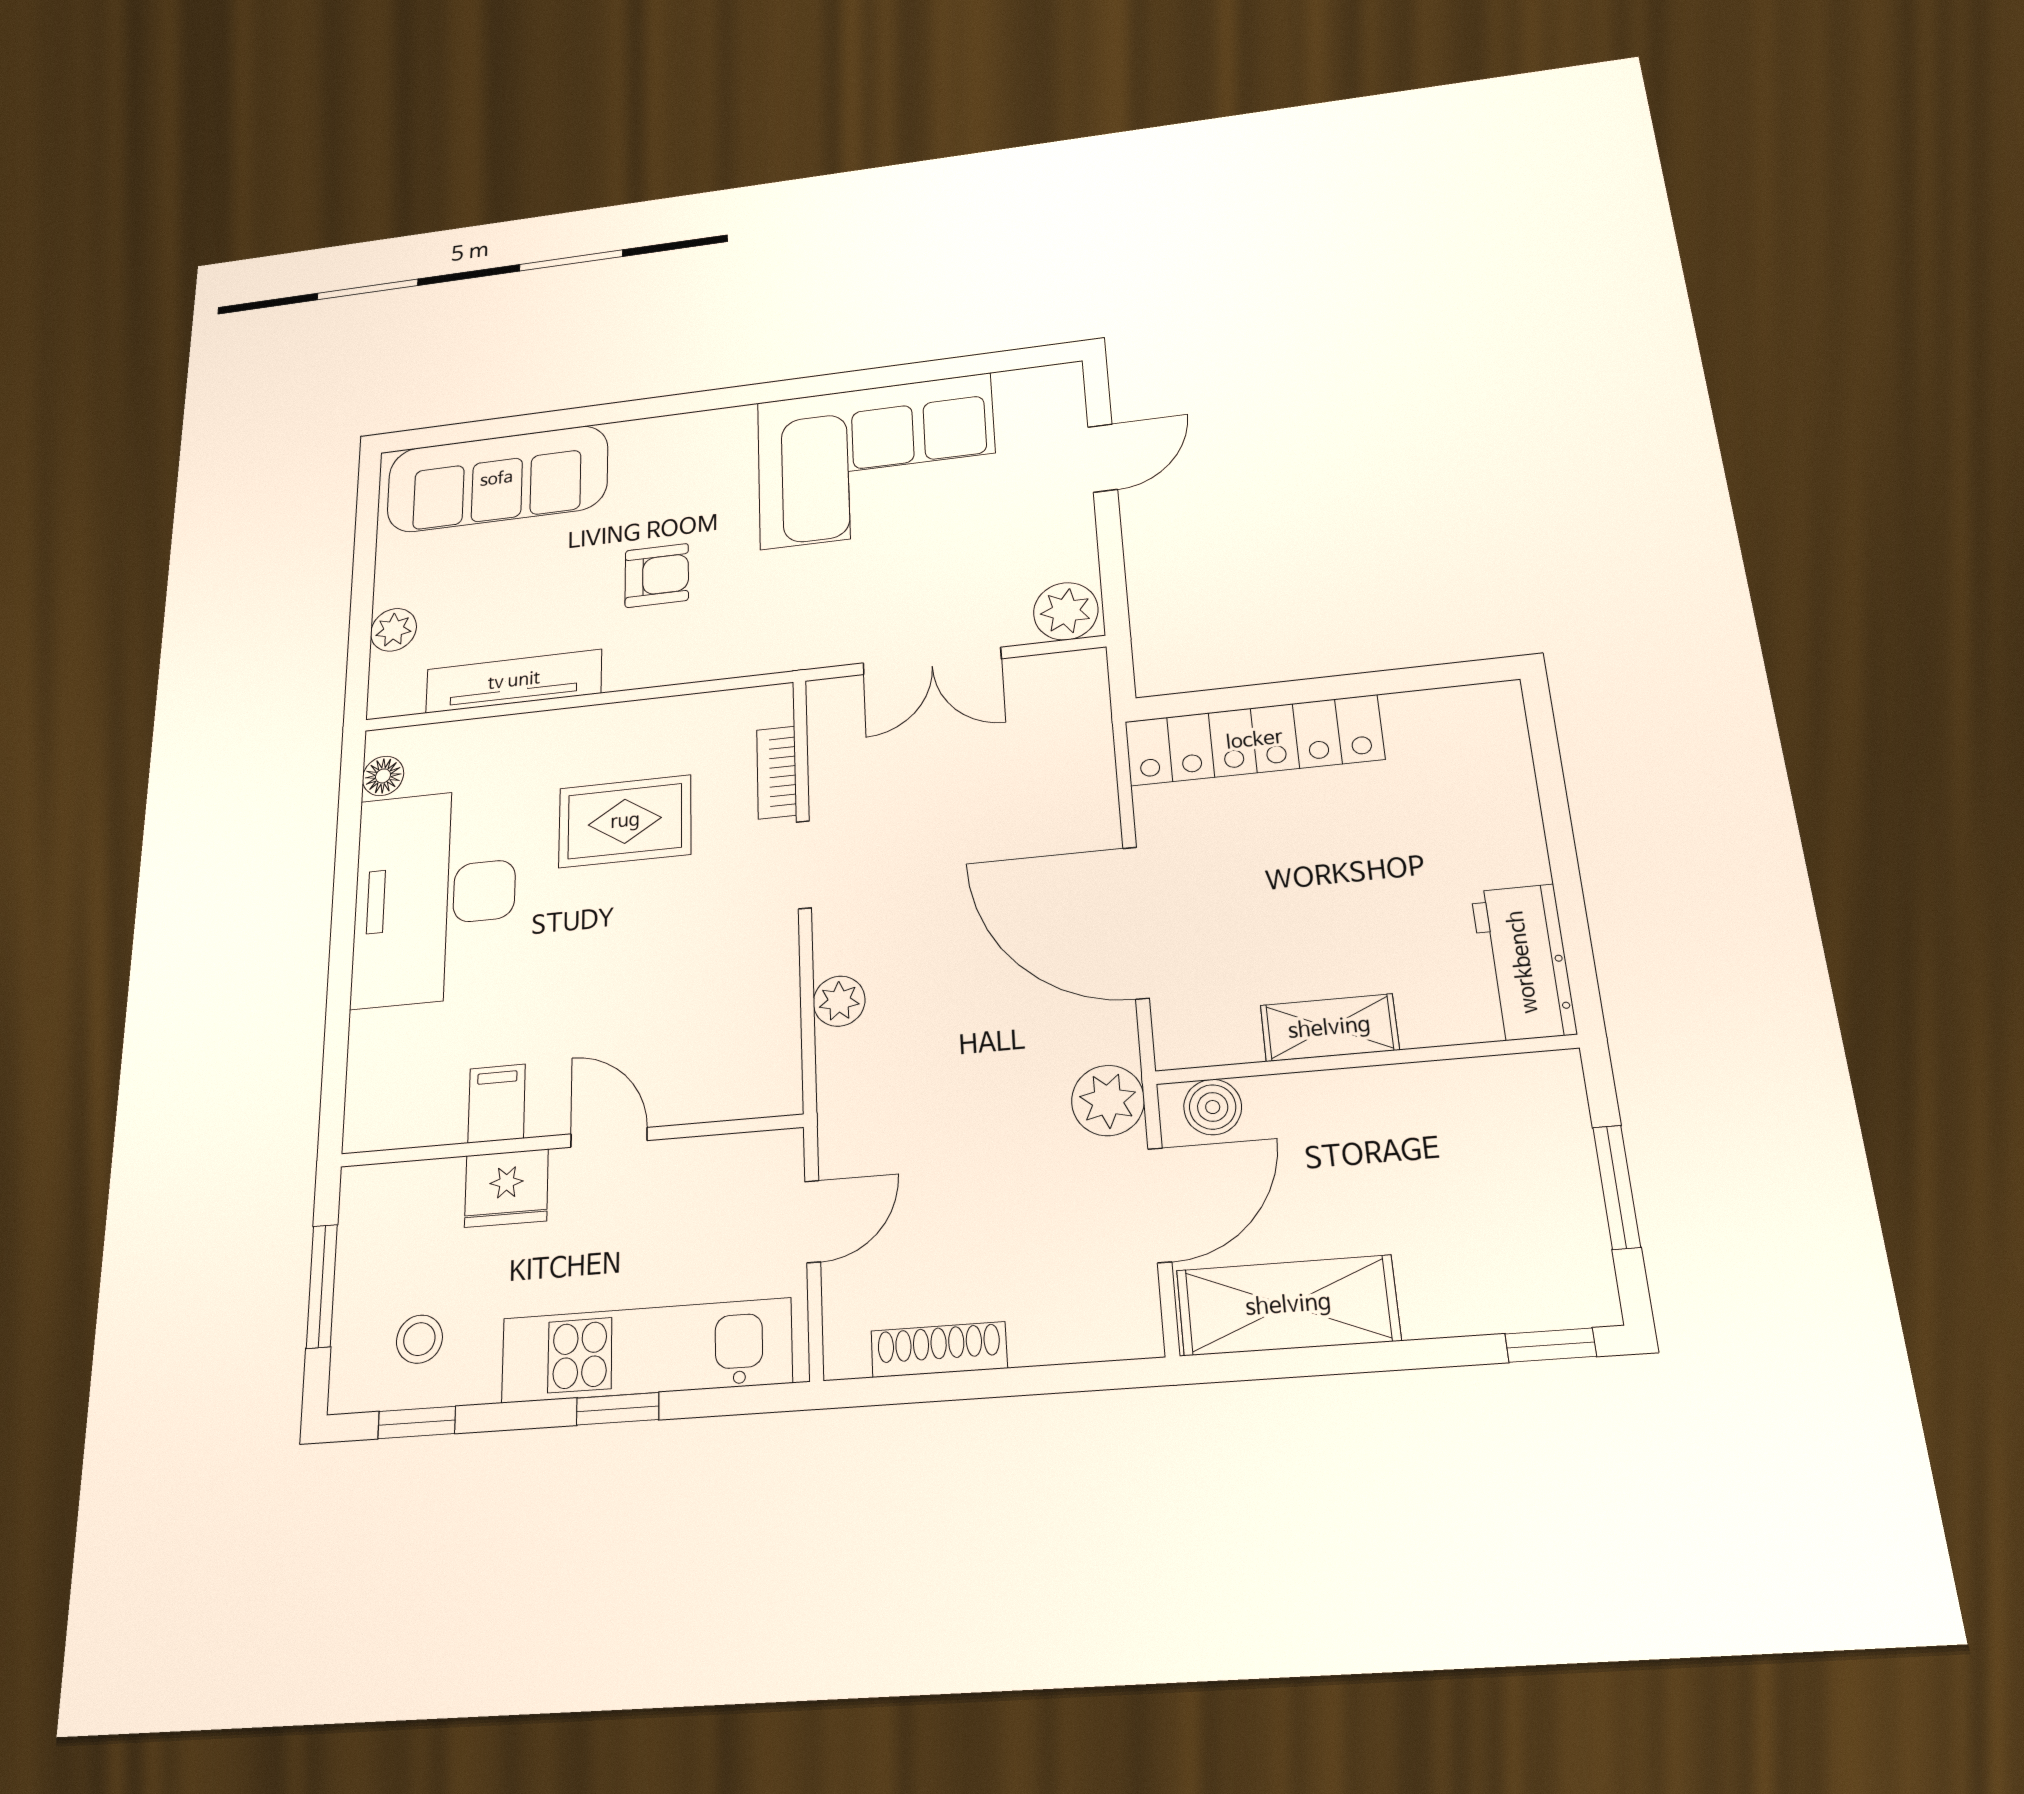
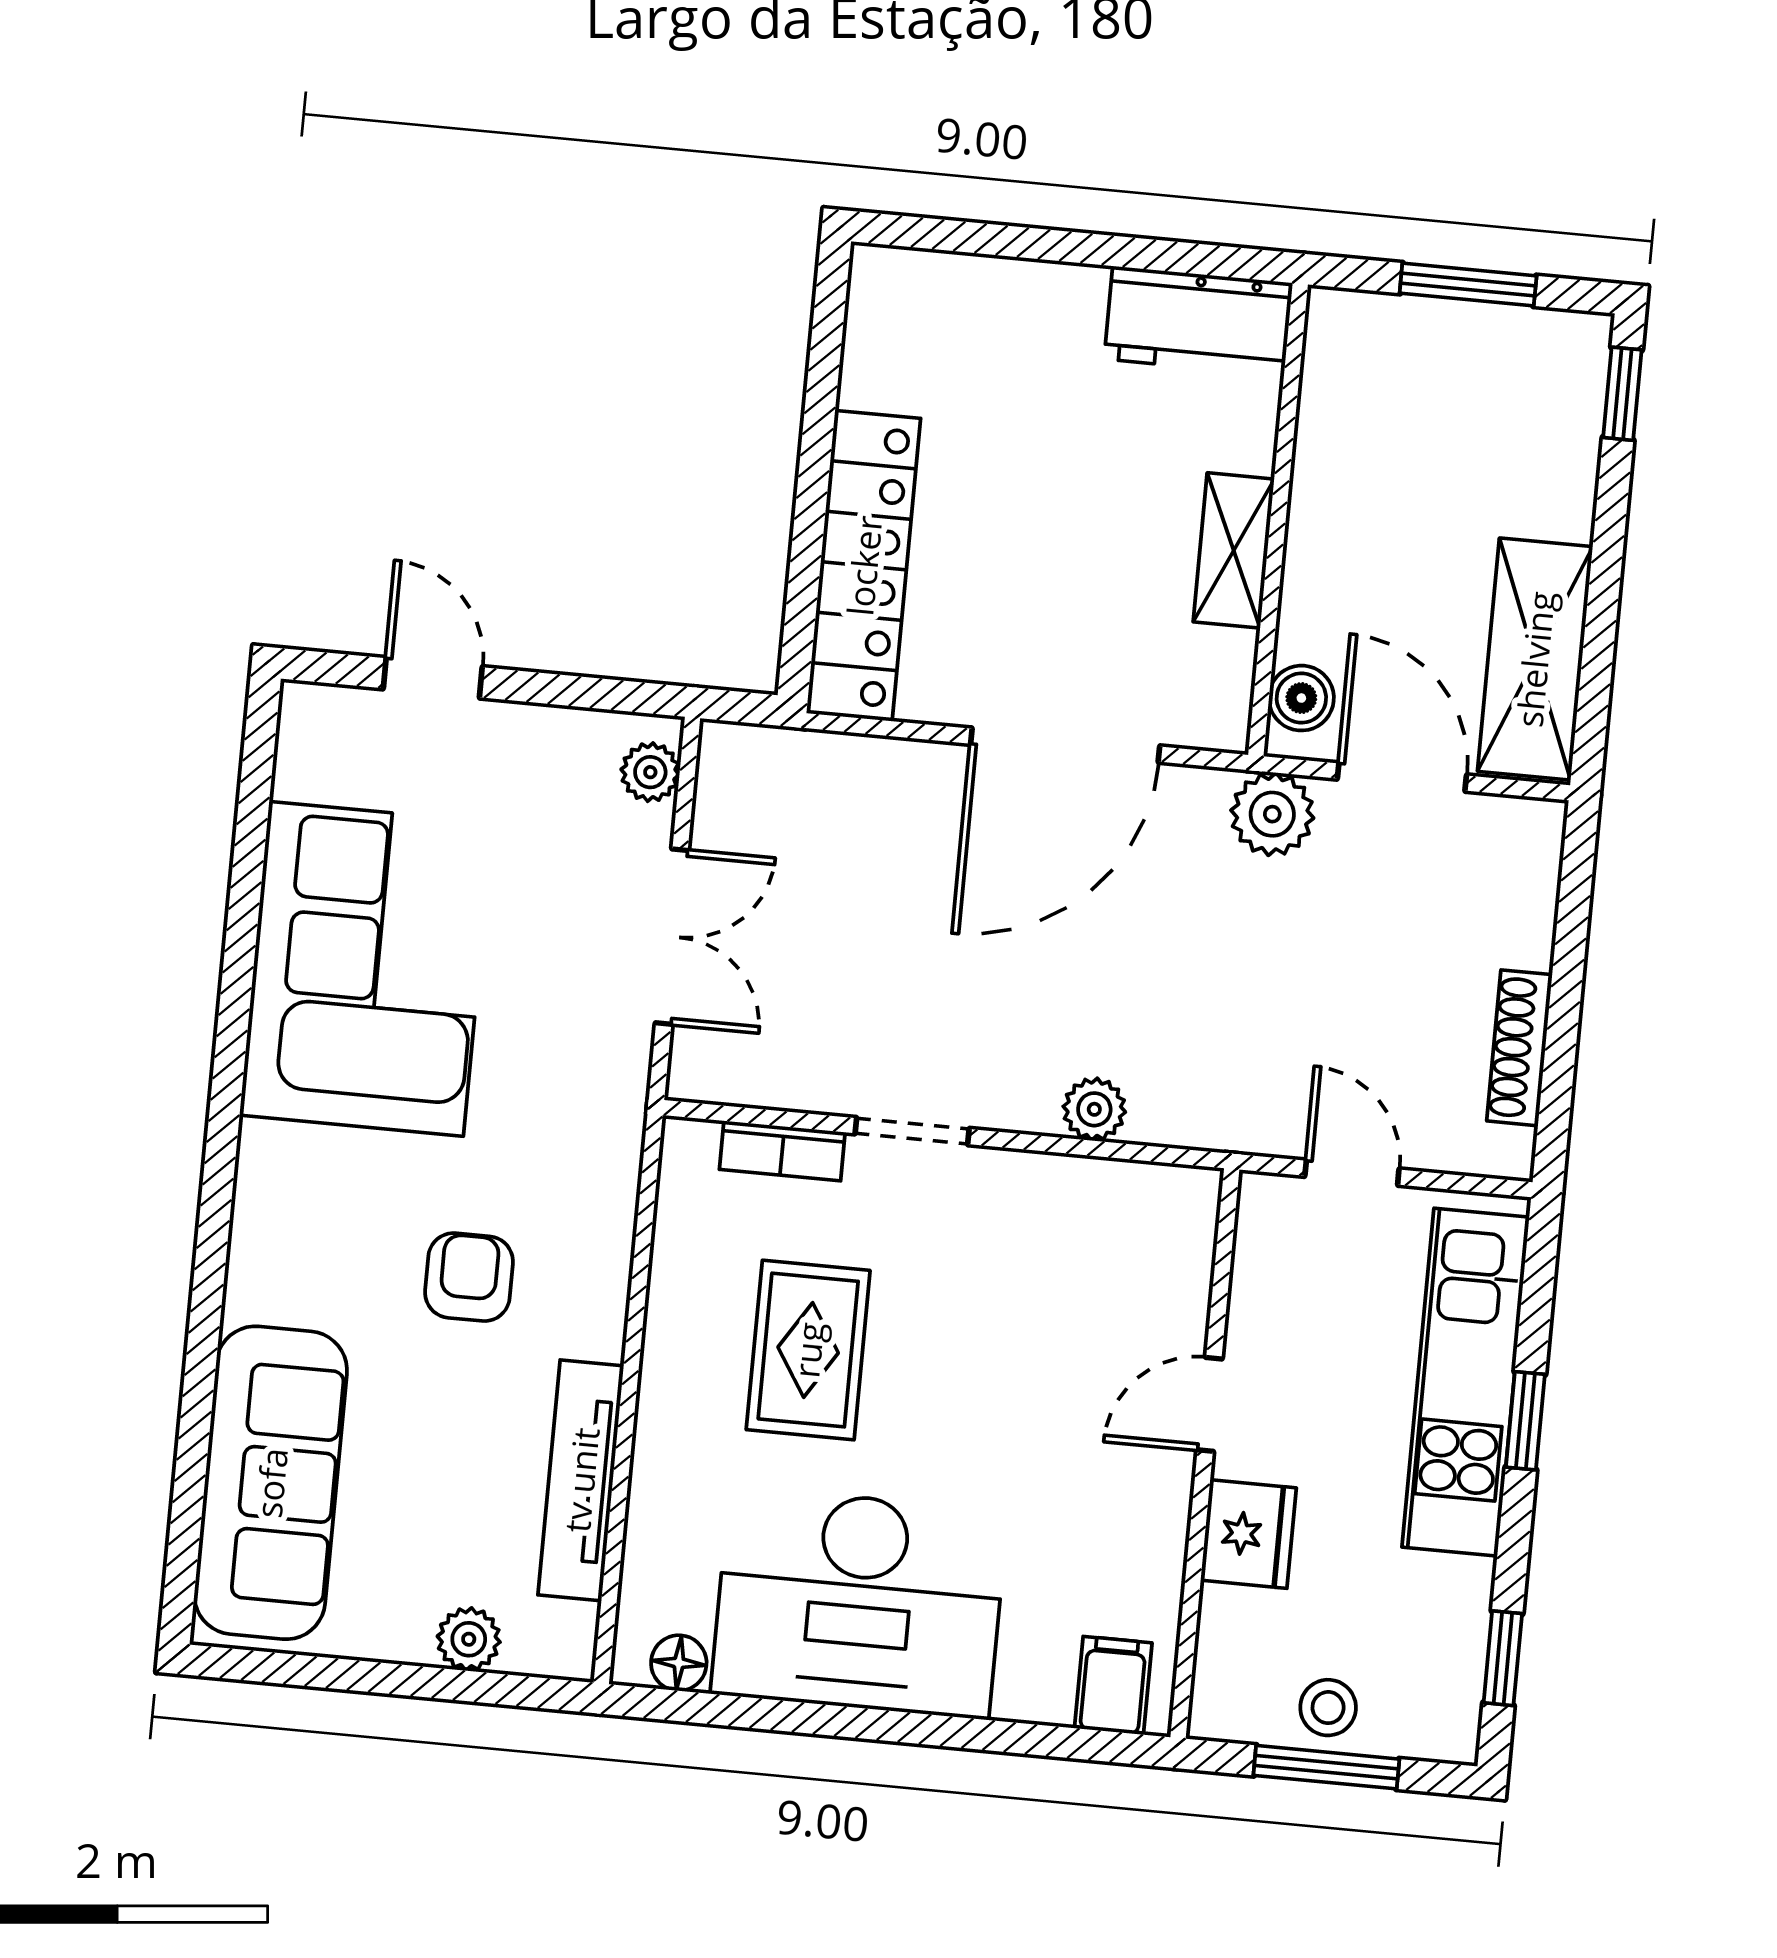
plant: (1066, 611) -> (650, 772), width x0.73, depth x0.73
filing cabinet: (497, 1103) -> (1113, 1686), moved, turned 90
stool: (419, 1339) -> (1328, 1708), moved

